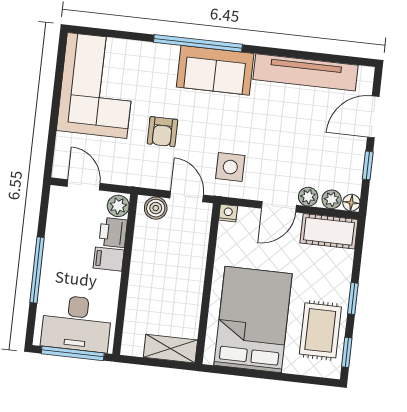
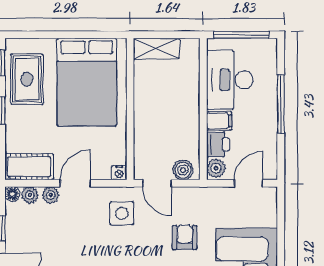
door: (84, 185) -> (248, 183), swing flipped
desk: (77, 323) -> (230, 80), moved, turned -90

